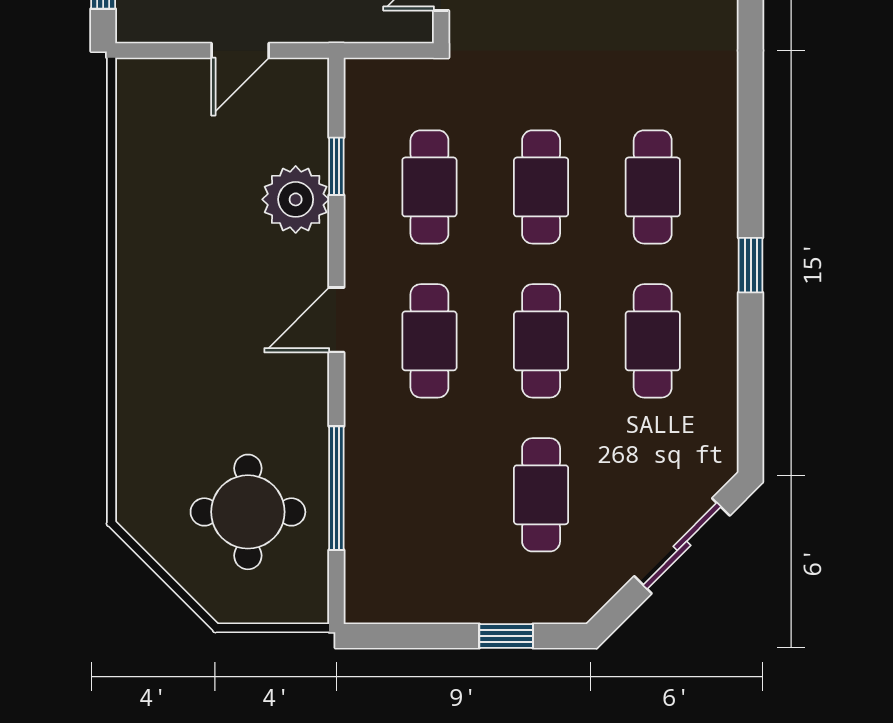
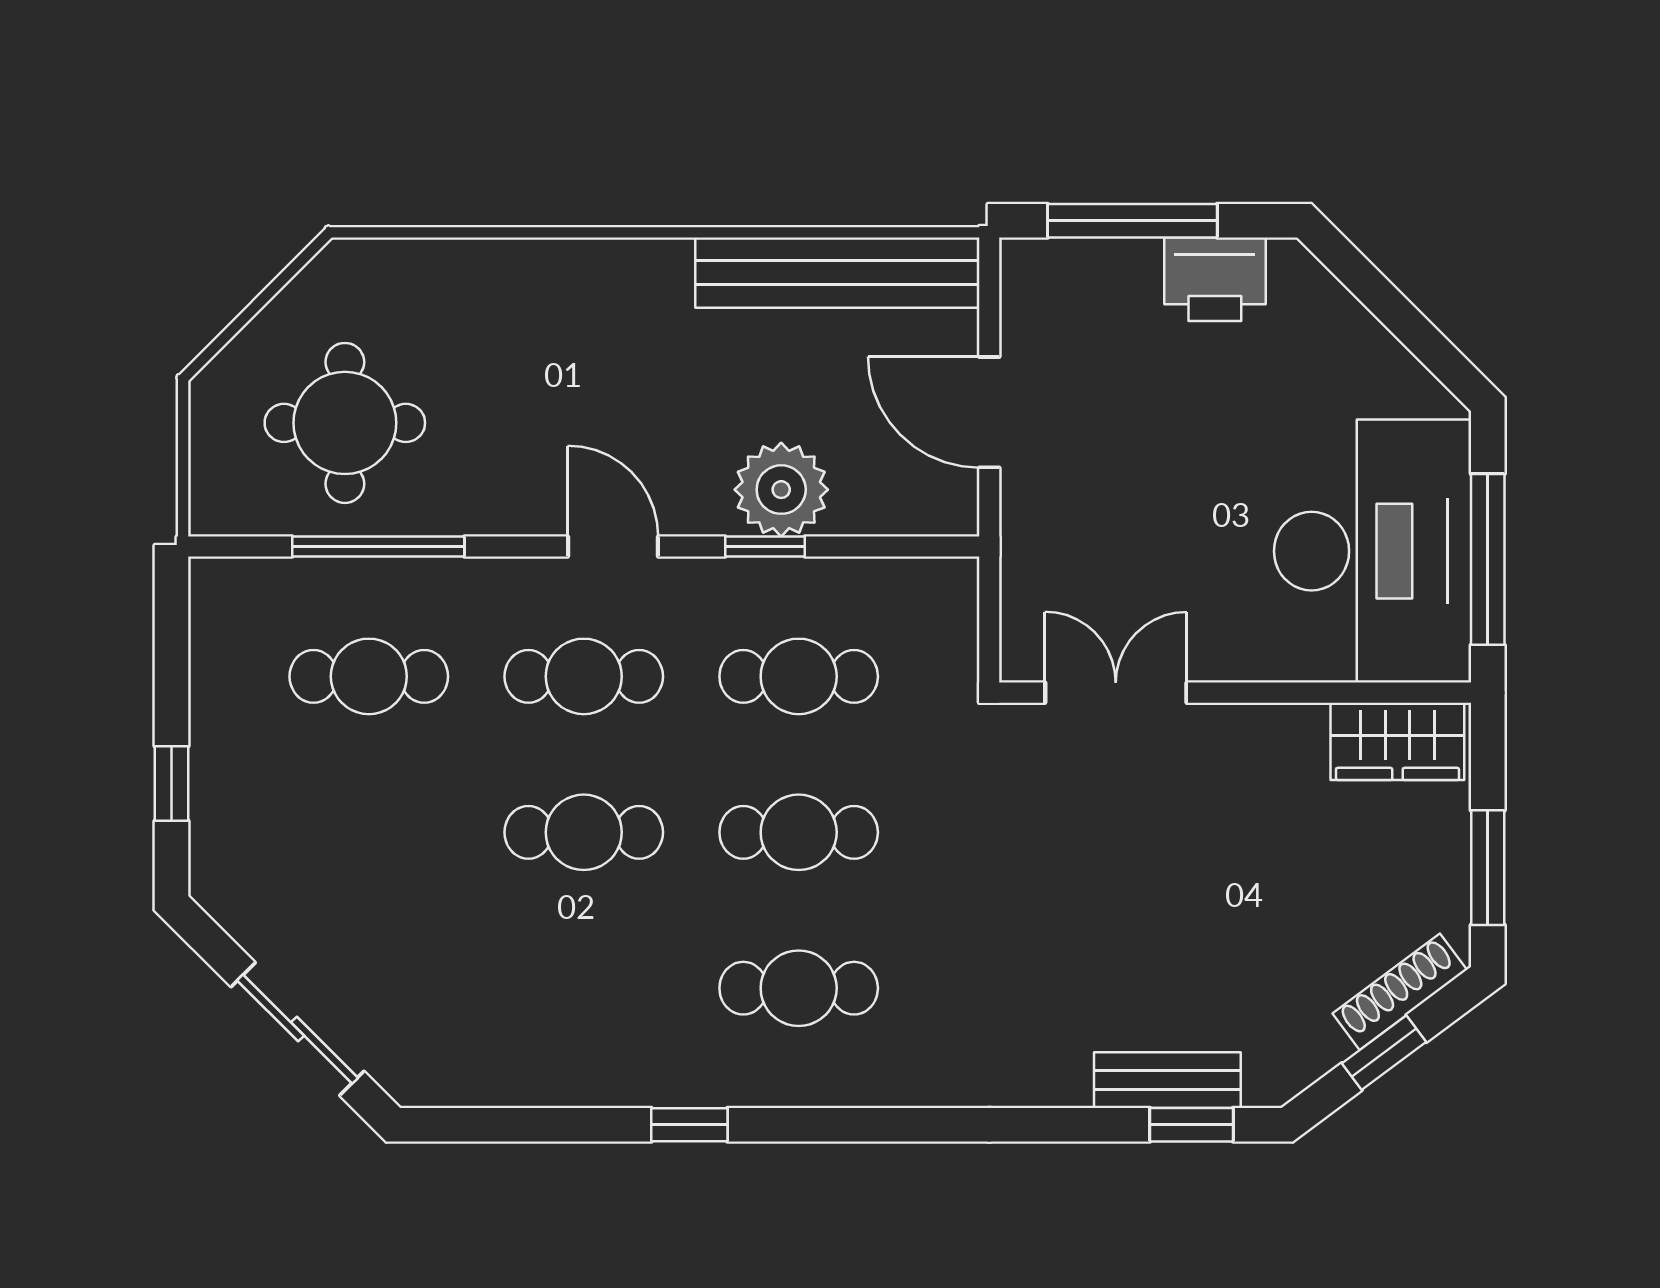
door: (240, 50) -> (989, 412), width x1.38
bench: (140, 159) -> (837, 273), added
window: (336, 166) -> (765, 546), moved
cafe table: (653, 341) -> (584, 988), removed
cafe table: (541, 495) -> (369, 676), moved

